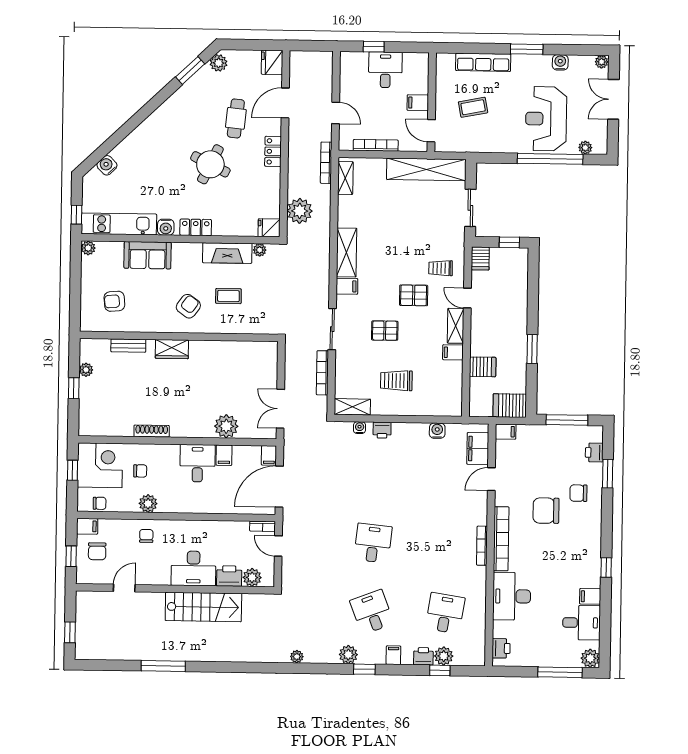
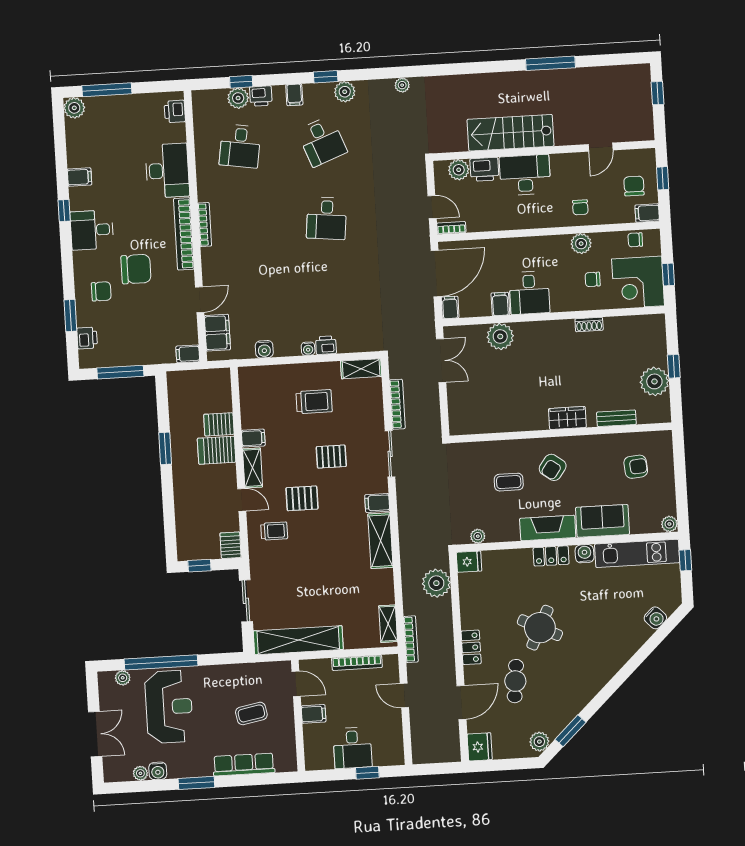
plant: (602, 62) -> (140, 773), moved
fireplace: (227, 253) -> (548, 528), moved
plant: (86, 370) -> (654, 381), width x1.87, depth x1.87
server rack: (510, 406) -> (217, 450), moved, turned 180
water cooler: (360, 428) -> (308, 349), moved
shoe rack: (152, 431) -> (589, 324), width x0.70
desk: (582, 623) -> (92, 230), moved

